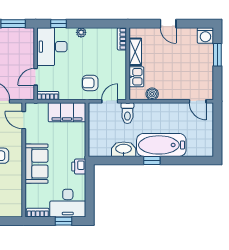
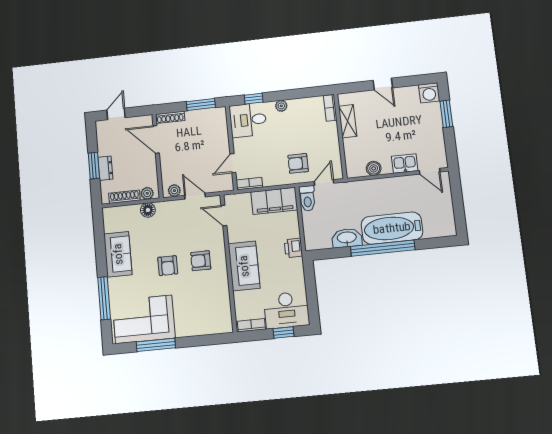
desk: (52, 47) -> (248, 120), width x0.73
kitchen sink: (136, 77) -> (405, 164), moved, turned -90
toilet: (127, 113) -> (307, 198), moved
window: (152, 161) -> (383, 248), width x3.17
printer: (79, 167) -> (293, 248), moved

